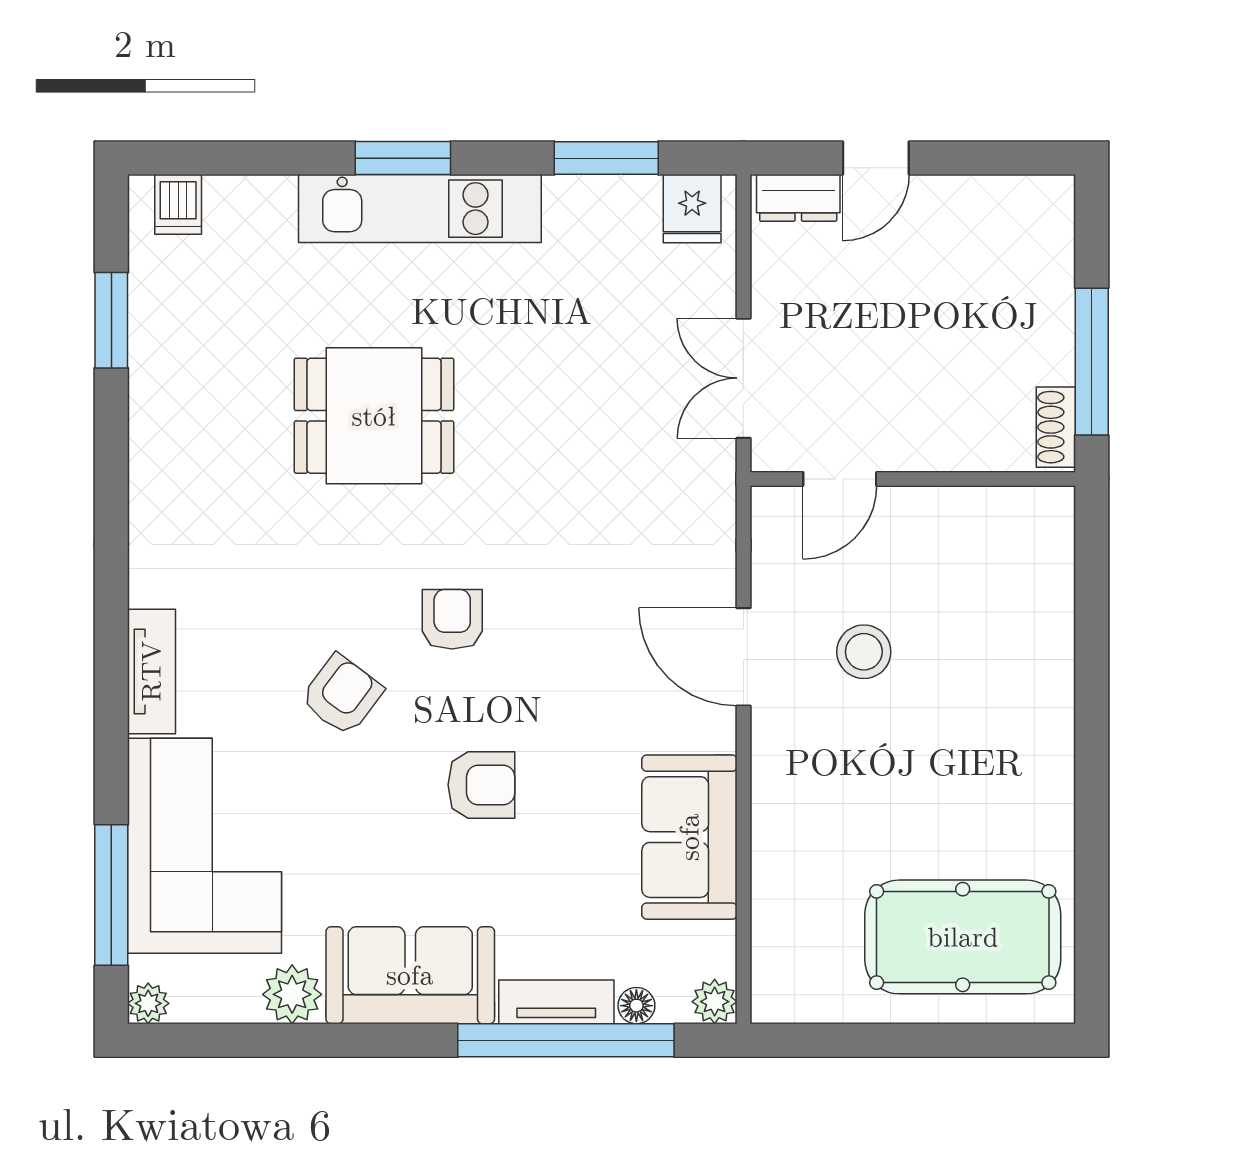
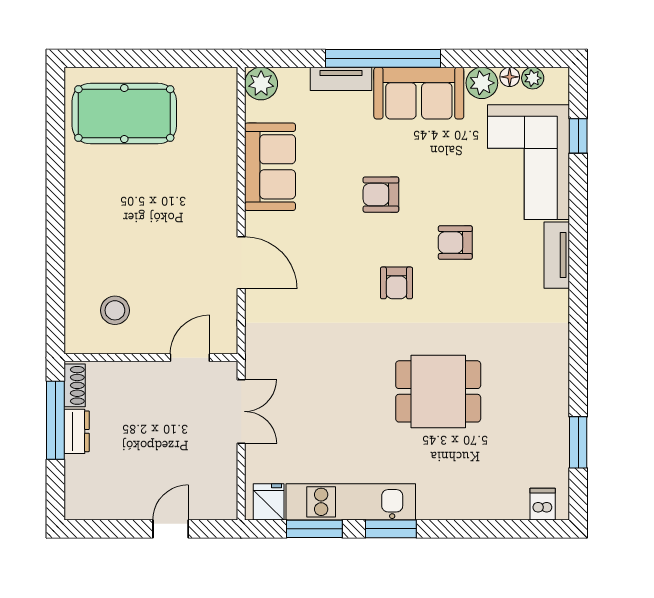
window: (403, 158) -> (391, 529), moved
dresser: (798, 198) -> (77, 431), moved, turned 90
kitchen unit: (420, 209) -> (351, 502), moved
stool: (864, 652) -> (115, 310), moved
armchair: (342, 695) -> (455, 243), turned 53
window: (111, 895) -> (578, 136), width x0.46
plant: (715, 1002) -> (261, 84), width x1.38, depth x1.38
plant: (148, 1003) -> (533, 78), moved
floor lamp: (636, 1006) -> (510, 77), moved
window: (566, 1040) -> (383, 58), moved

